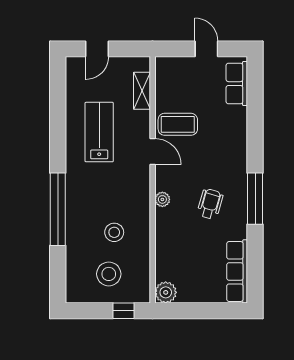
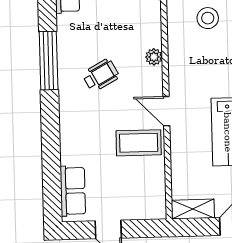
shelving: (142, 91) -> (193, 209), moved, turned 90
wheelchair: (210, 204) -> (101, 75), moved, turned -135

